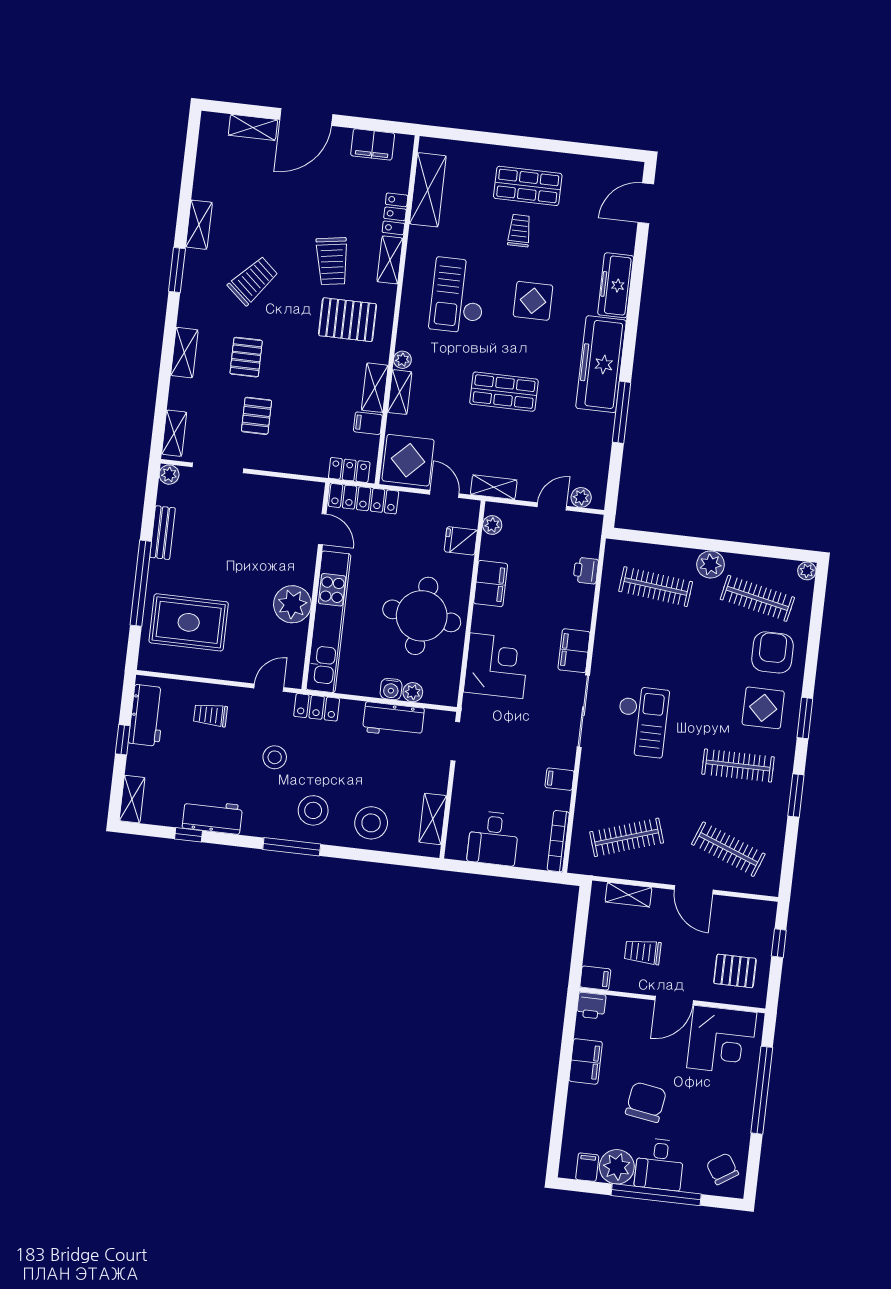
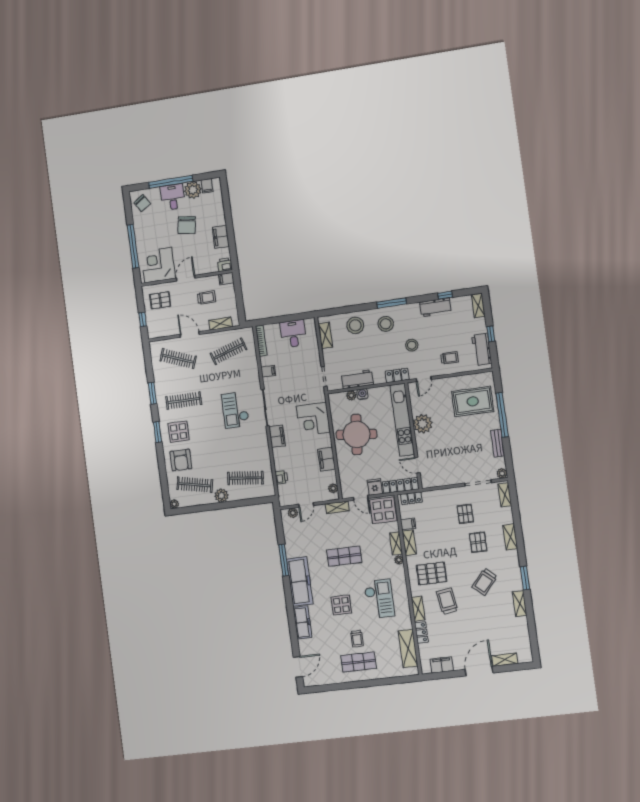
fridge: (461, 541) -> (375, 487), moved, turned -90

